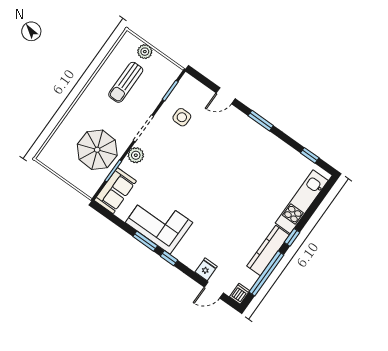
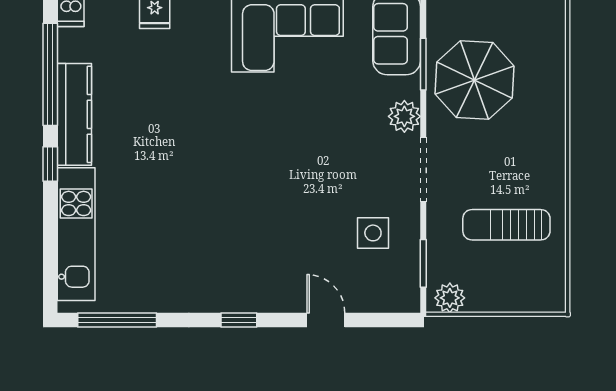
plant: (145, 52) -> (450, 298), moved
sun lounger: (126, 82) -> (506, 225), turned -90
door: (226, 96) -> (326, 320), hinge flipped
window: (261, 121) -> (239, 320), width x0.67
window: (310, 155) -> (117, 320), width x2.17

